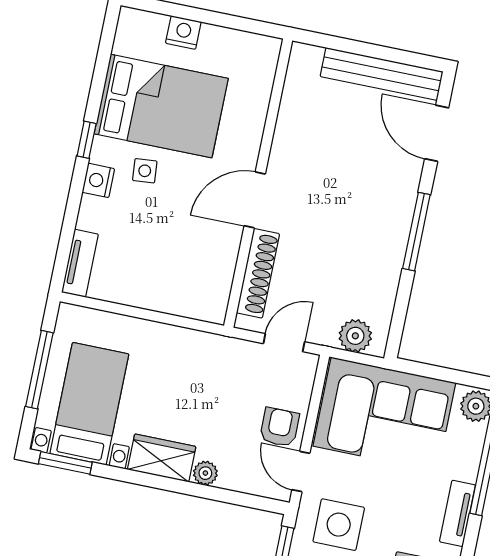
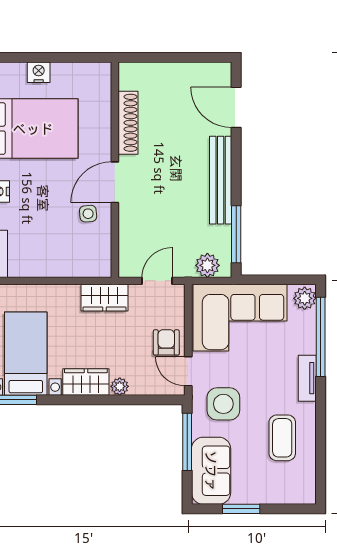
bench: (382, 74) -> (221, 180), moved, turned 90
side table: (145, 171) -> (88, 214), moved
window: (416, 232) -> (236, 234), moved
shoe rack: (258, 273) -> (128, 123), moved
wardrobe: (209, 351) -> (104, 298), added

